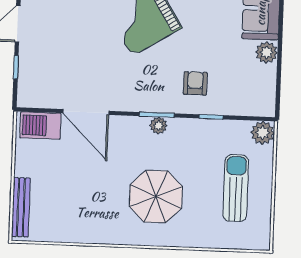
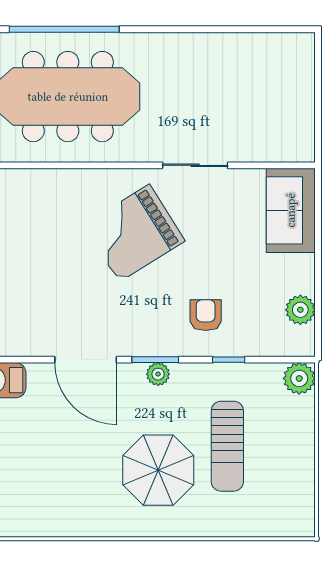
plant: (267, 52) -> (300, 310), moved
door: (86, 112) -> (86, 360), moved
sun lounger: (236, 188) -> (227, 446), moved, turned 180

